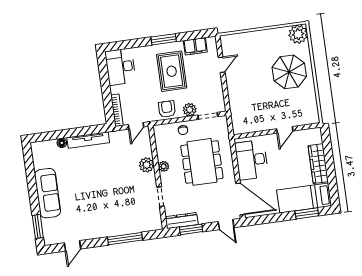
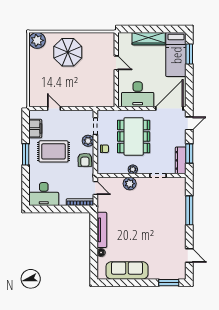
armchair: (167, 109) -> (85, 160), turned -92
dining table: (202, 162) -> (134, 136), turned 90
sofa: (48, 193) -> (127, 270), moved

